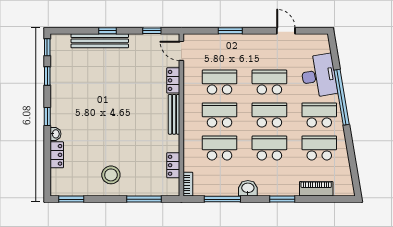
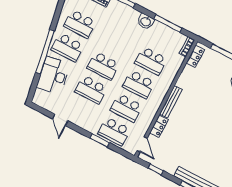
school desk: (269, 148) -> (114, 131), moved
locker: (173, 165) -> (195, 56), moved

